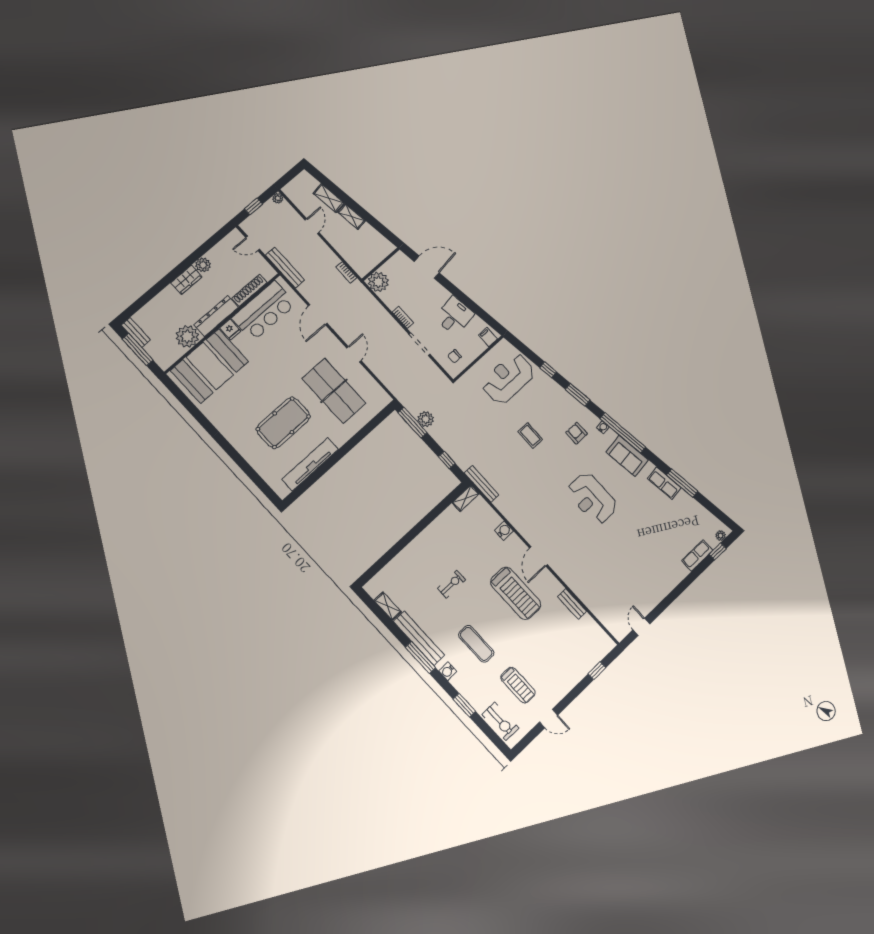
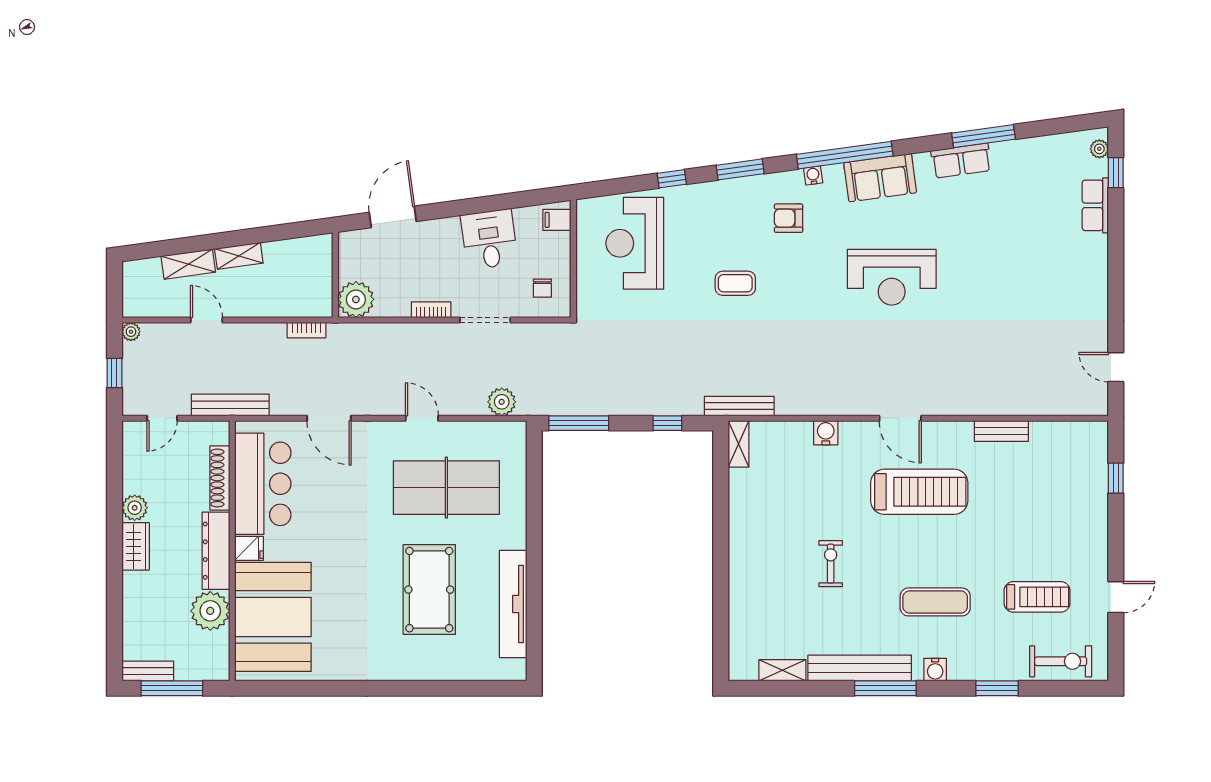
plant: (426, 419) -> (502, 402), moved

